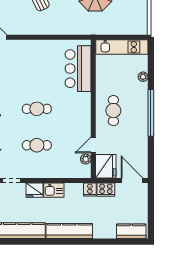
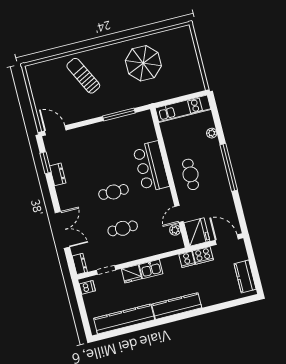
window: (60, 37) -> (119, 114), added
bar counter: (78, 69) -> (151, 167), moved
kitchen counter: (131, 231) -> (245, 276), moved, turned -90

